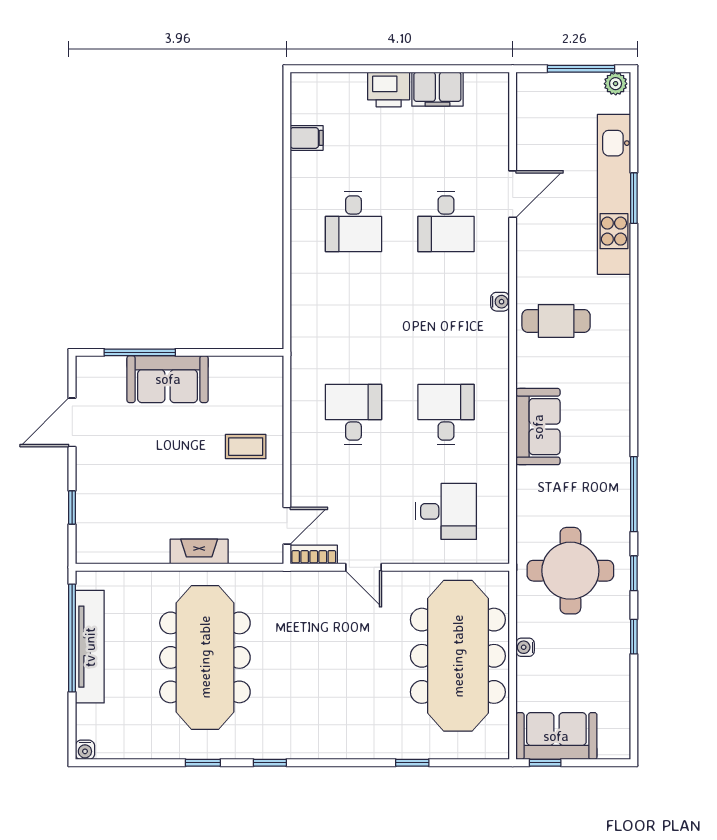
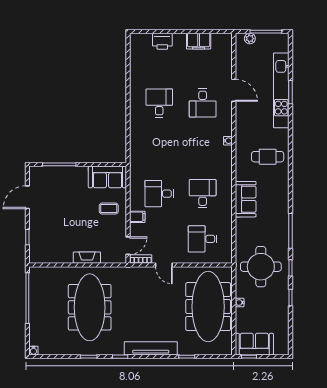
plant: (616, 84) -> (250, 39), moved
printer: (389, 89) -> (162, 41), moved
filing cabinet: (307, 138) -> (137, 217), moved
door: (513, 194) -> (234, 90), hinge flipped
desk: (353, 221) -> (159, 103), turned 180
cafe table: (556, 321) -> (268, 157), moved
sofa: (168, 379) -> (107, 177), moved
desk: (353, 415) -> (159, 194), turned -90
desk: (446, 511) -> (203, 239), turned 180
tv unit: (90, 647) -> (151, 348), moved, turned -90

